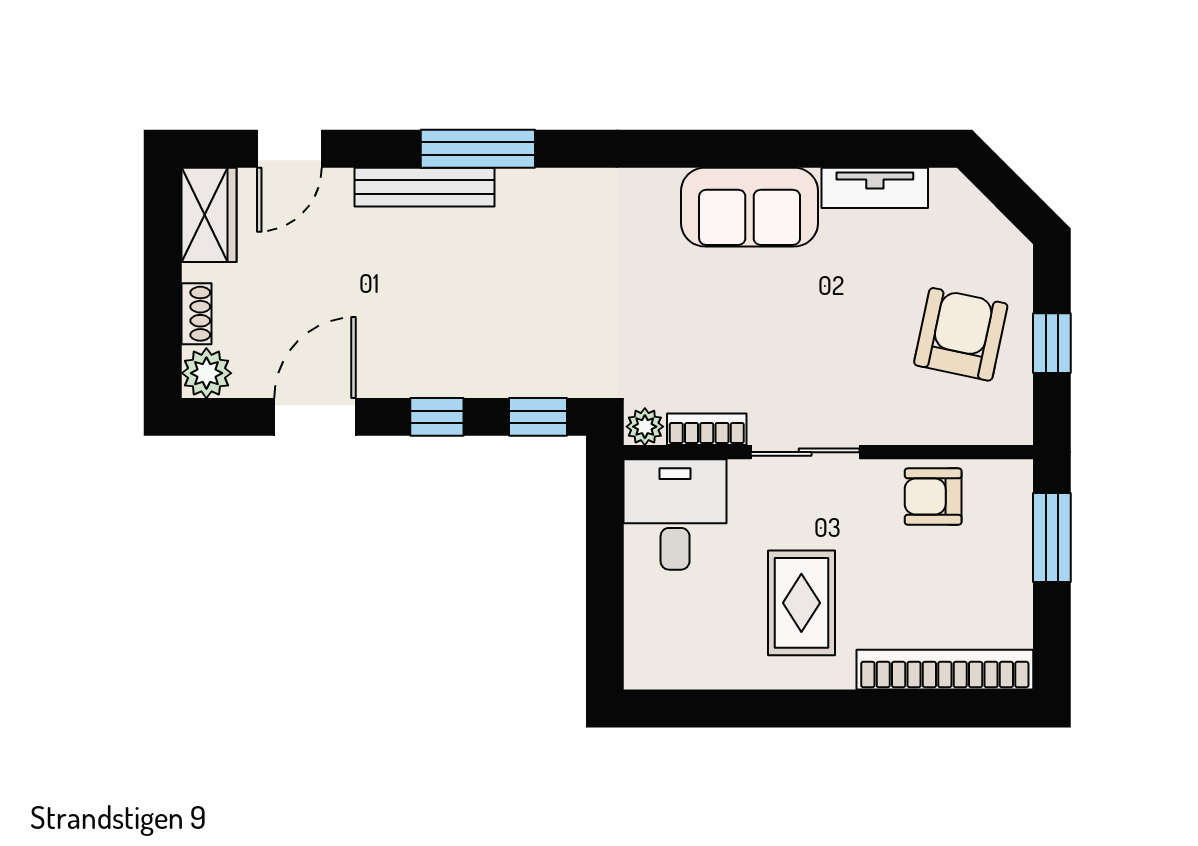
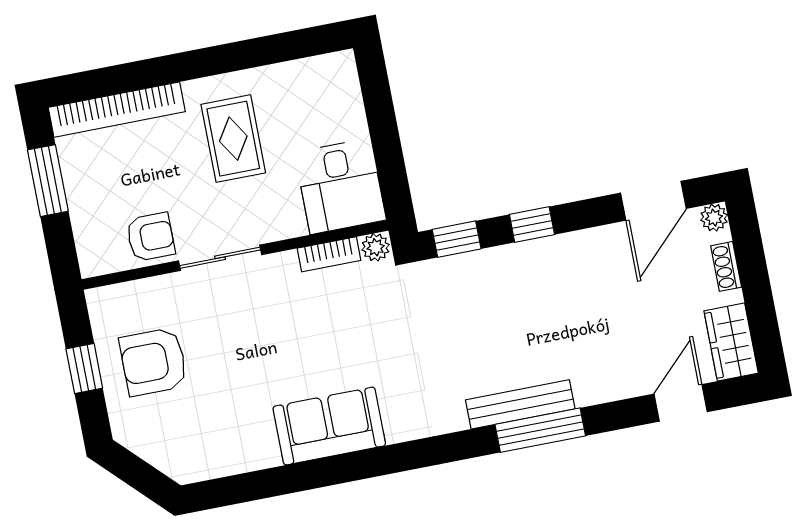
bench: (424, 187) -> (520, 404), moved
tv unit: (875, 188) -> (239, 459), removed
armchair: (961, 334) -> (153, 362), turned 78
plant: (206, 373) -> (714, 218), width x0.73, depth x0.73
door: (315, 417) -> (653, 201), moved
sliding door: (805, 452) -> (220, 258), moved
window: (1052, 538) -> (48, 181), moved

